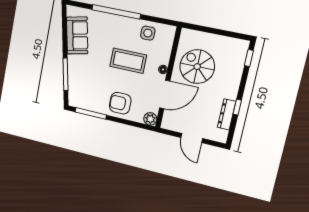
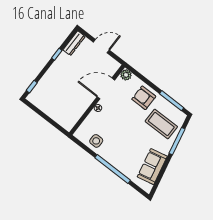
coffee table: (128, 61) -> (161, 124), moved
spiral stairs: (197, 67) -> (72, 98), removed
armchair: (120, 103) -> (144, 98), turned 180
dresser: (227, 114) -> (74, 43), moved
door: (192, 138) -> (101, 46), hinge flipped

